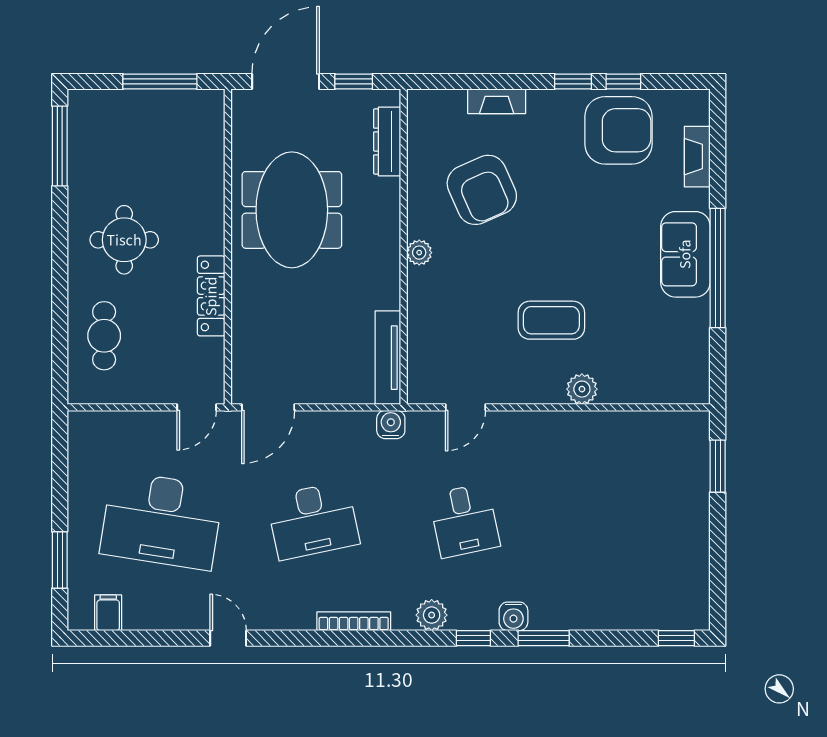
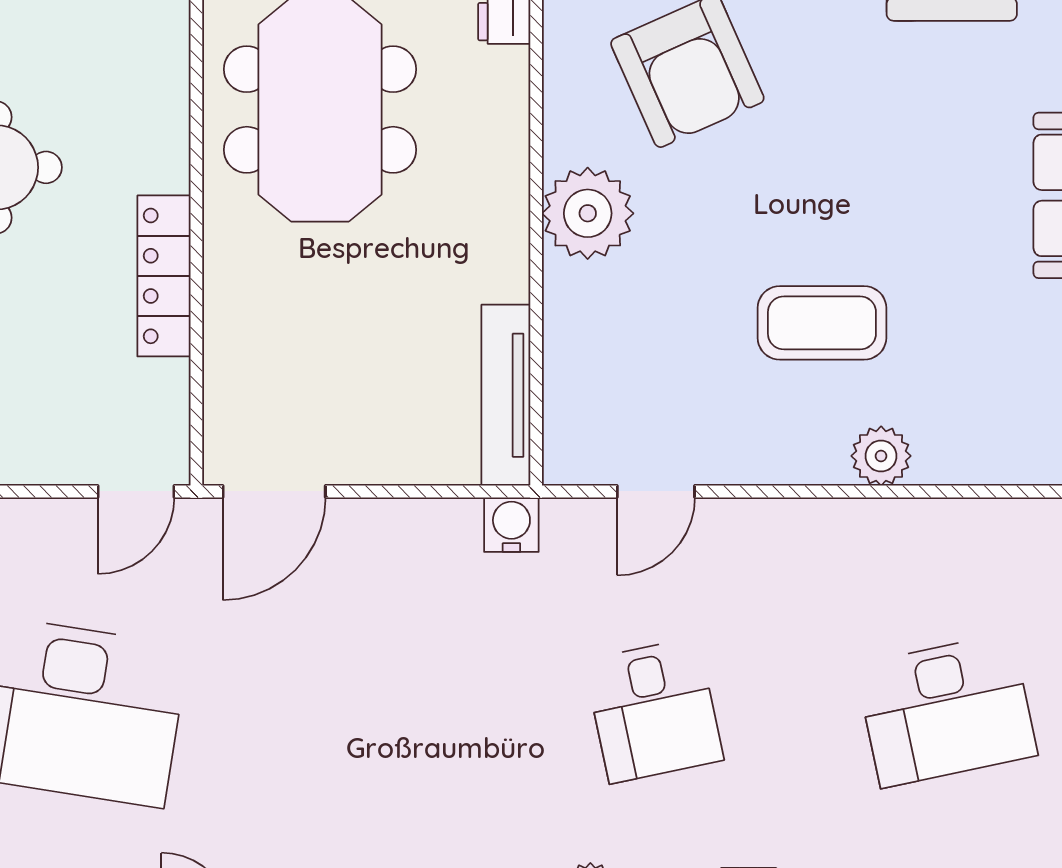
plant: (419, 253) -> (588, 213), width x1.88, depth x1.88
desk: (313, 521) -> (946, 710), moved

